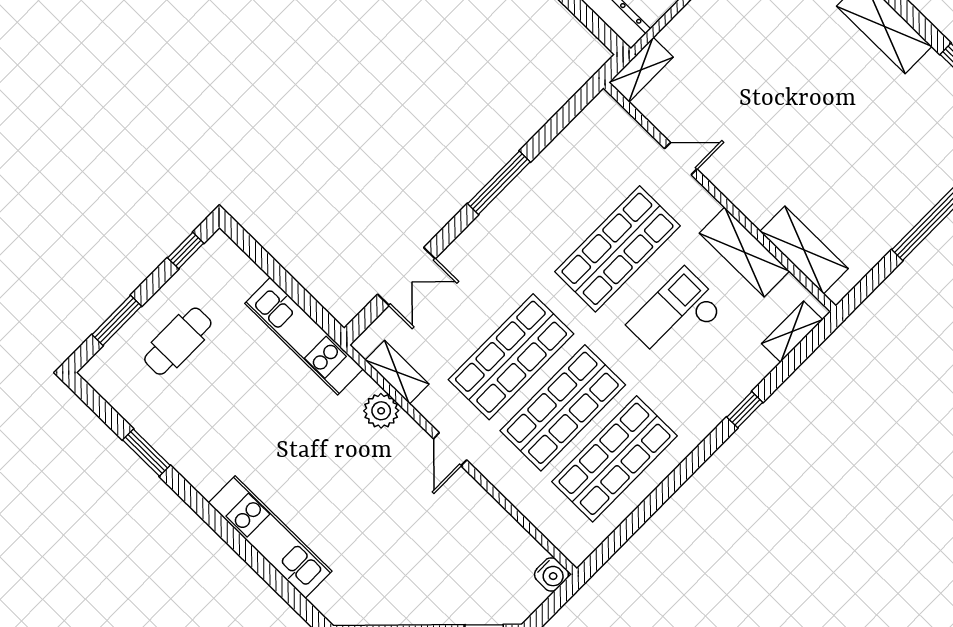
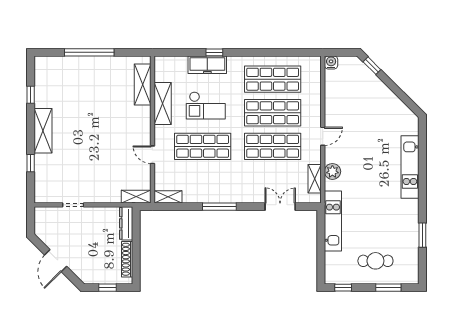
shelving: (792, 332) -> (168, 197), moved
freezer: (736, 380) -> (207, 65), added

